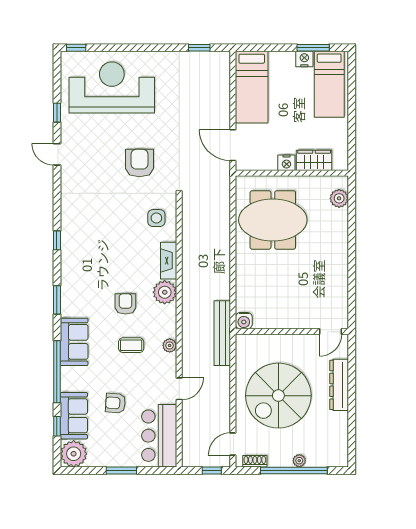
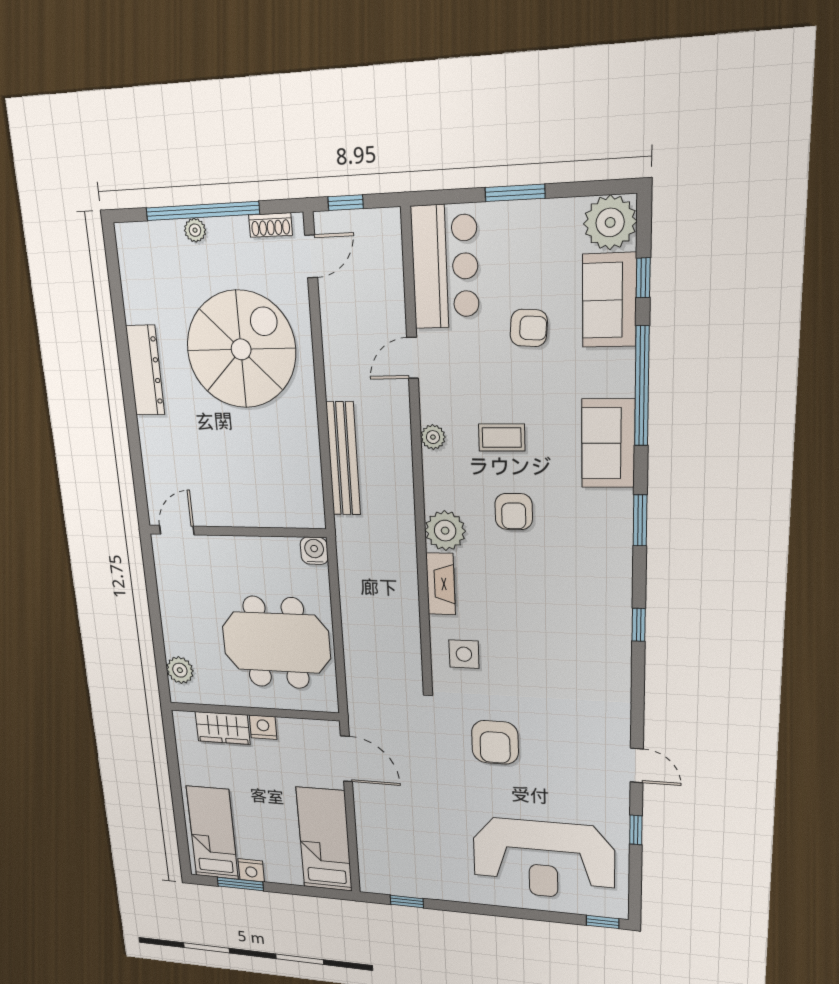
water cooler: (244, 321) -> (314, 551), moved
wall: (292, 332) -> (236, 531), moved
door: (330, 332) -> (177, 530), moved

